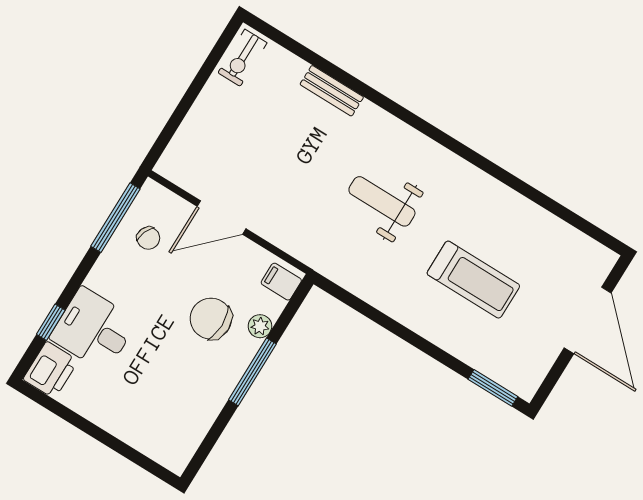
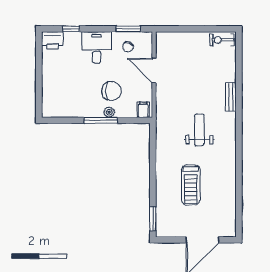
bench: (332, 91) -> (231, 97), moved
window: (115, 218) -> (128, 29), width x0.69
chair: (211, 319) -> (112, 91), turned 91
plant: (260, 326) -> (109, 112), moved
desk: (94, 329) -> (97, 47), moved

